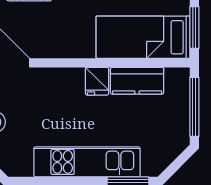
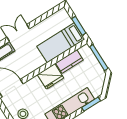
fridge: (97, 81) -> (51, 76), width x1.88, depth x1.34

